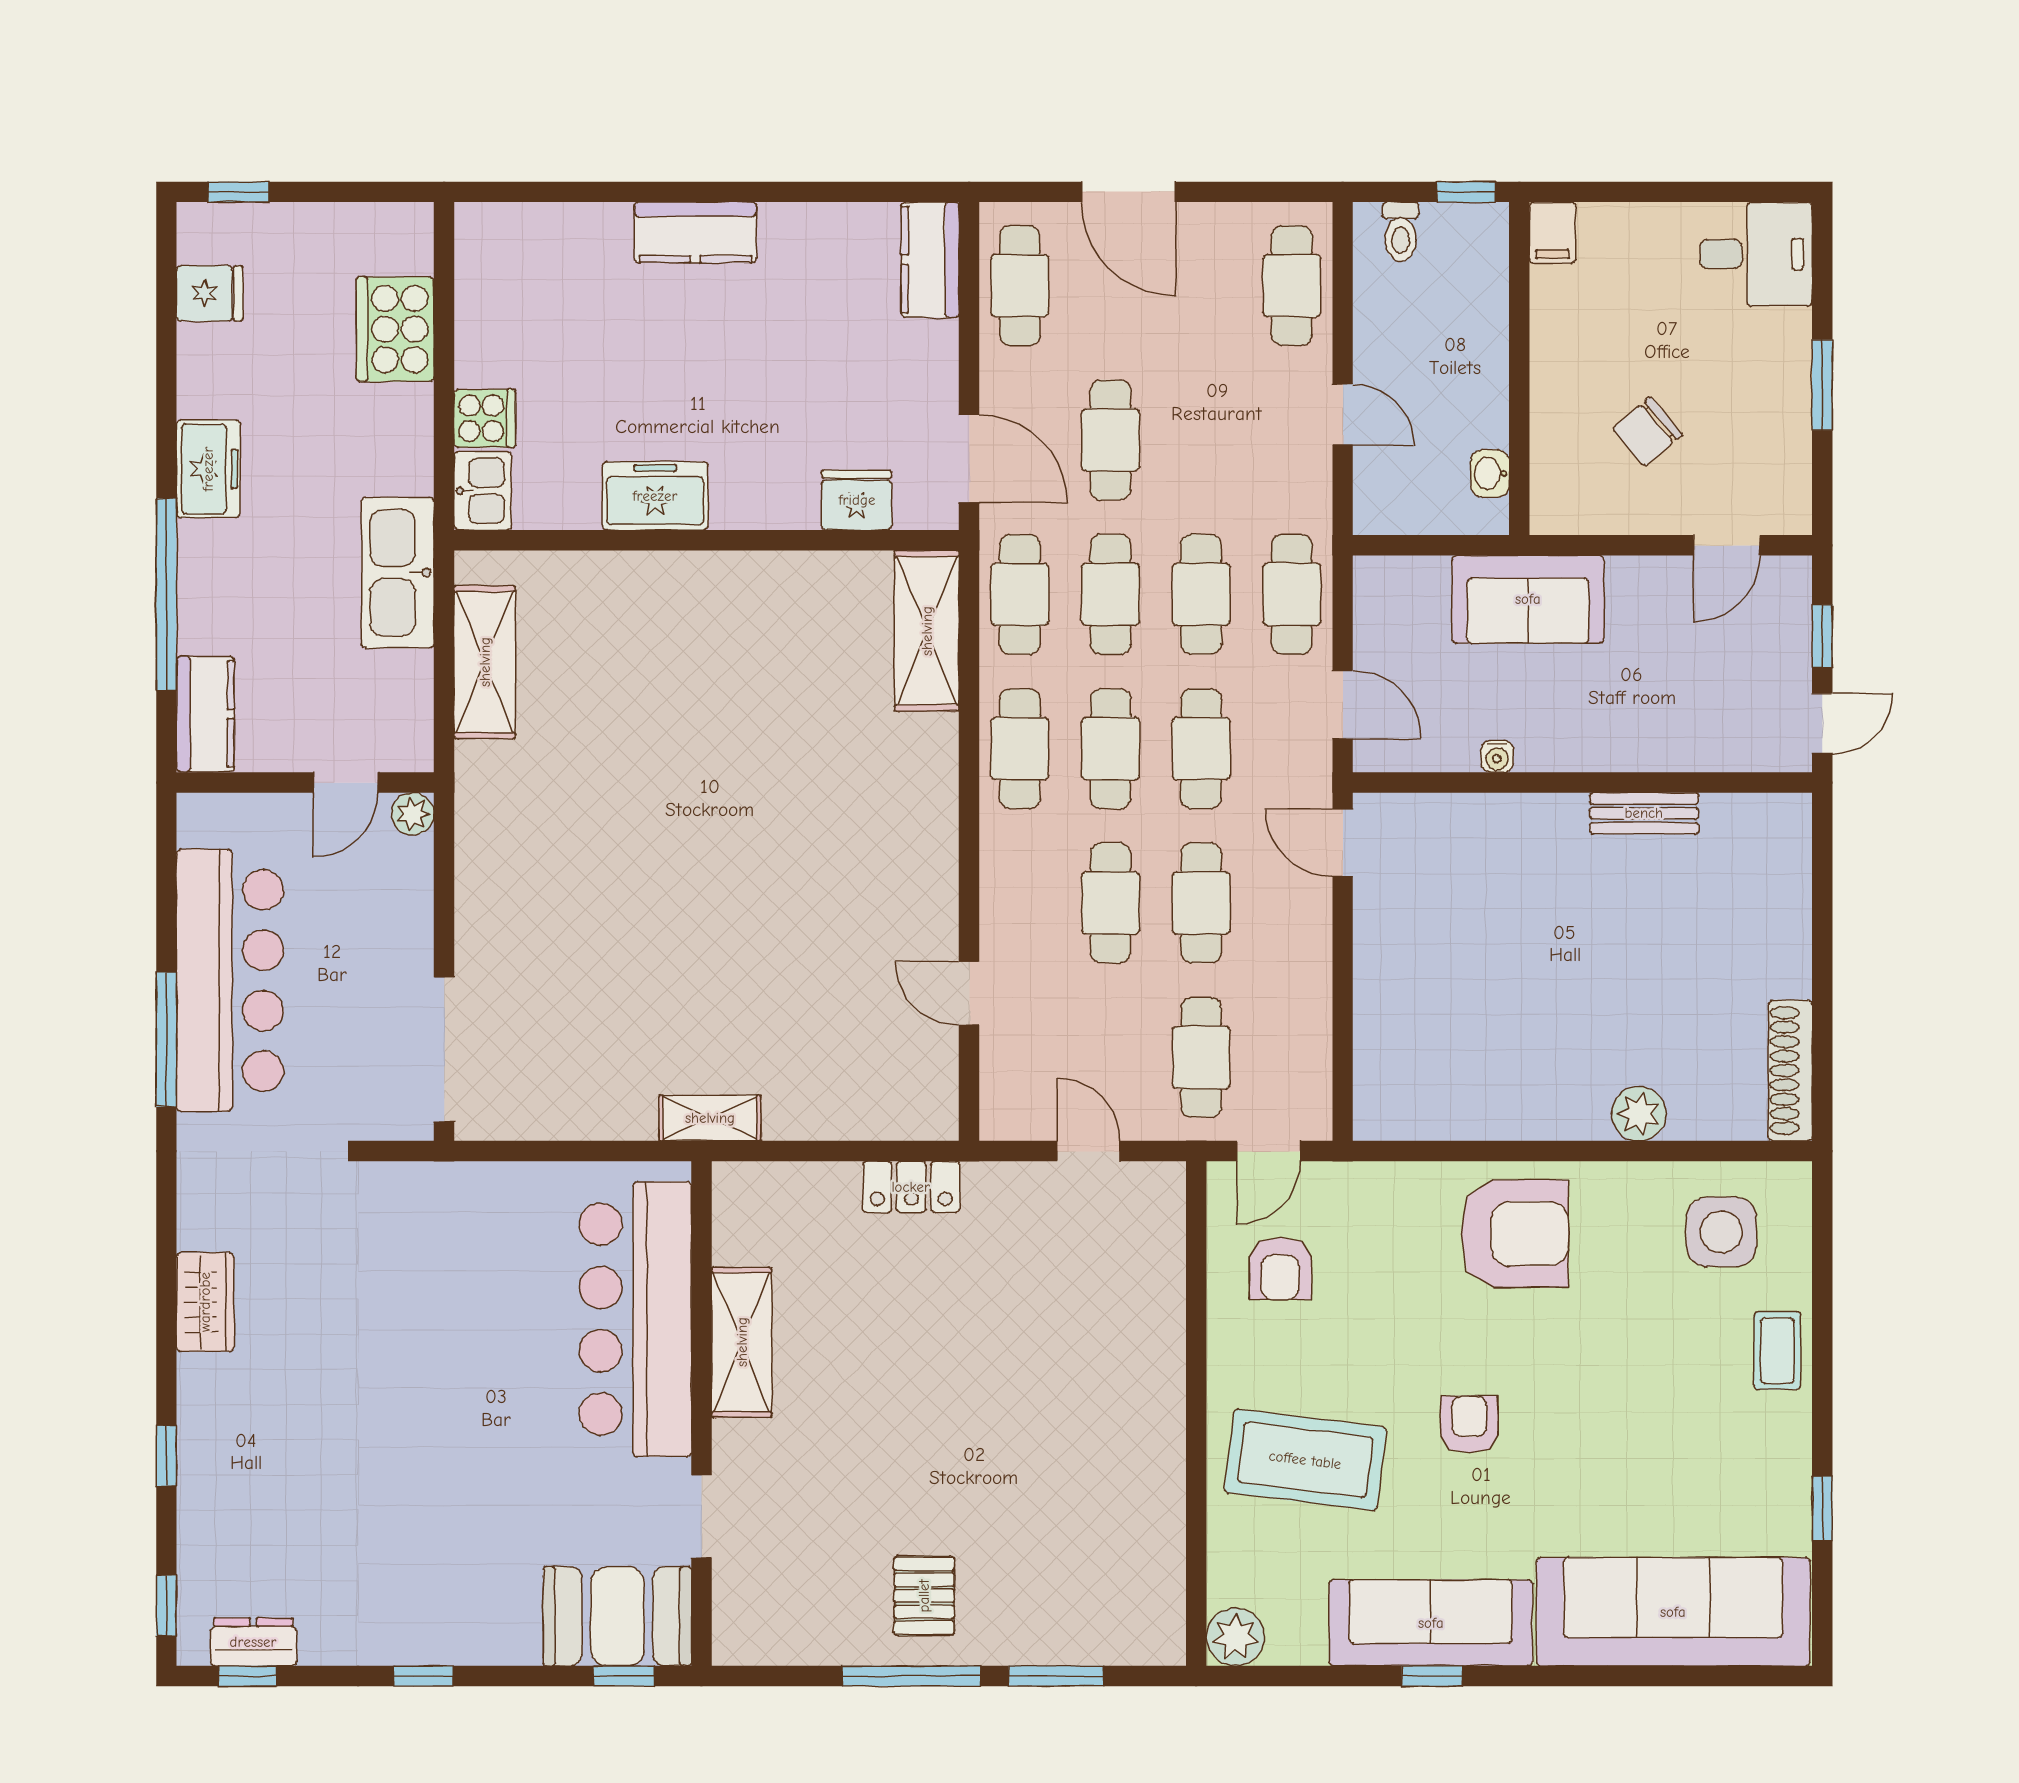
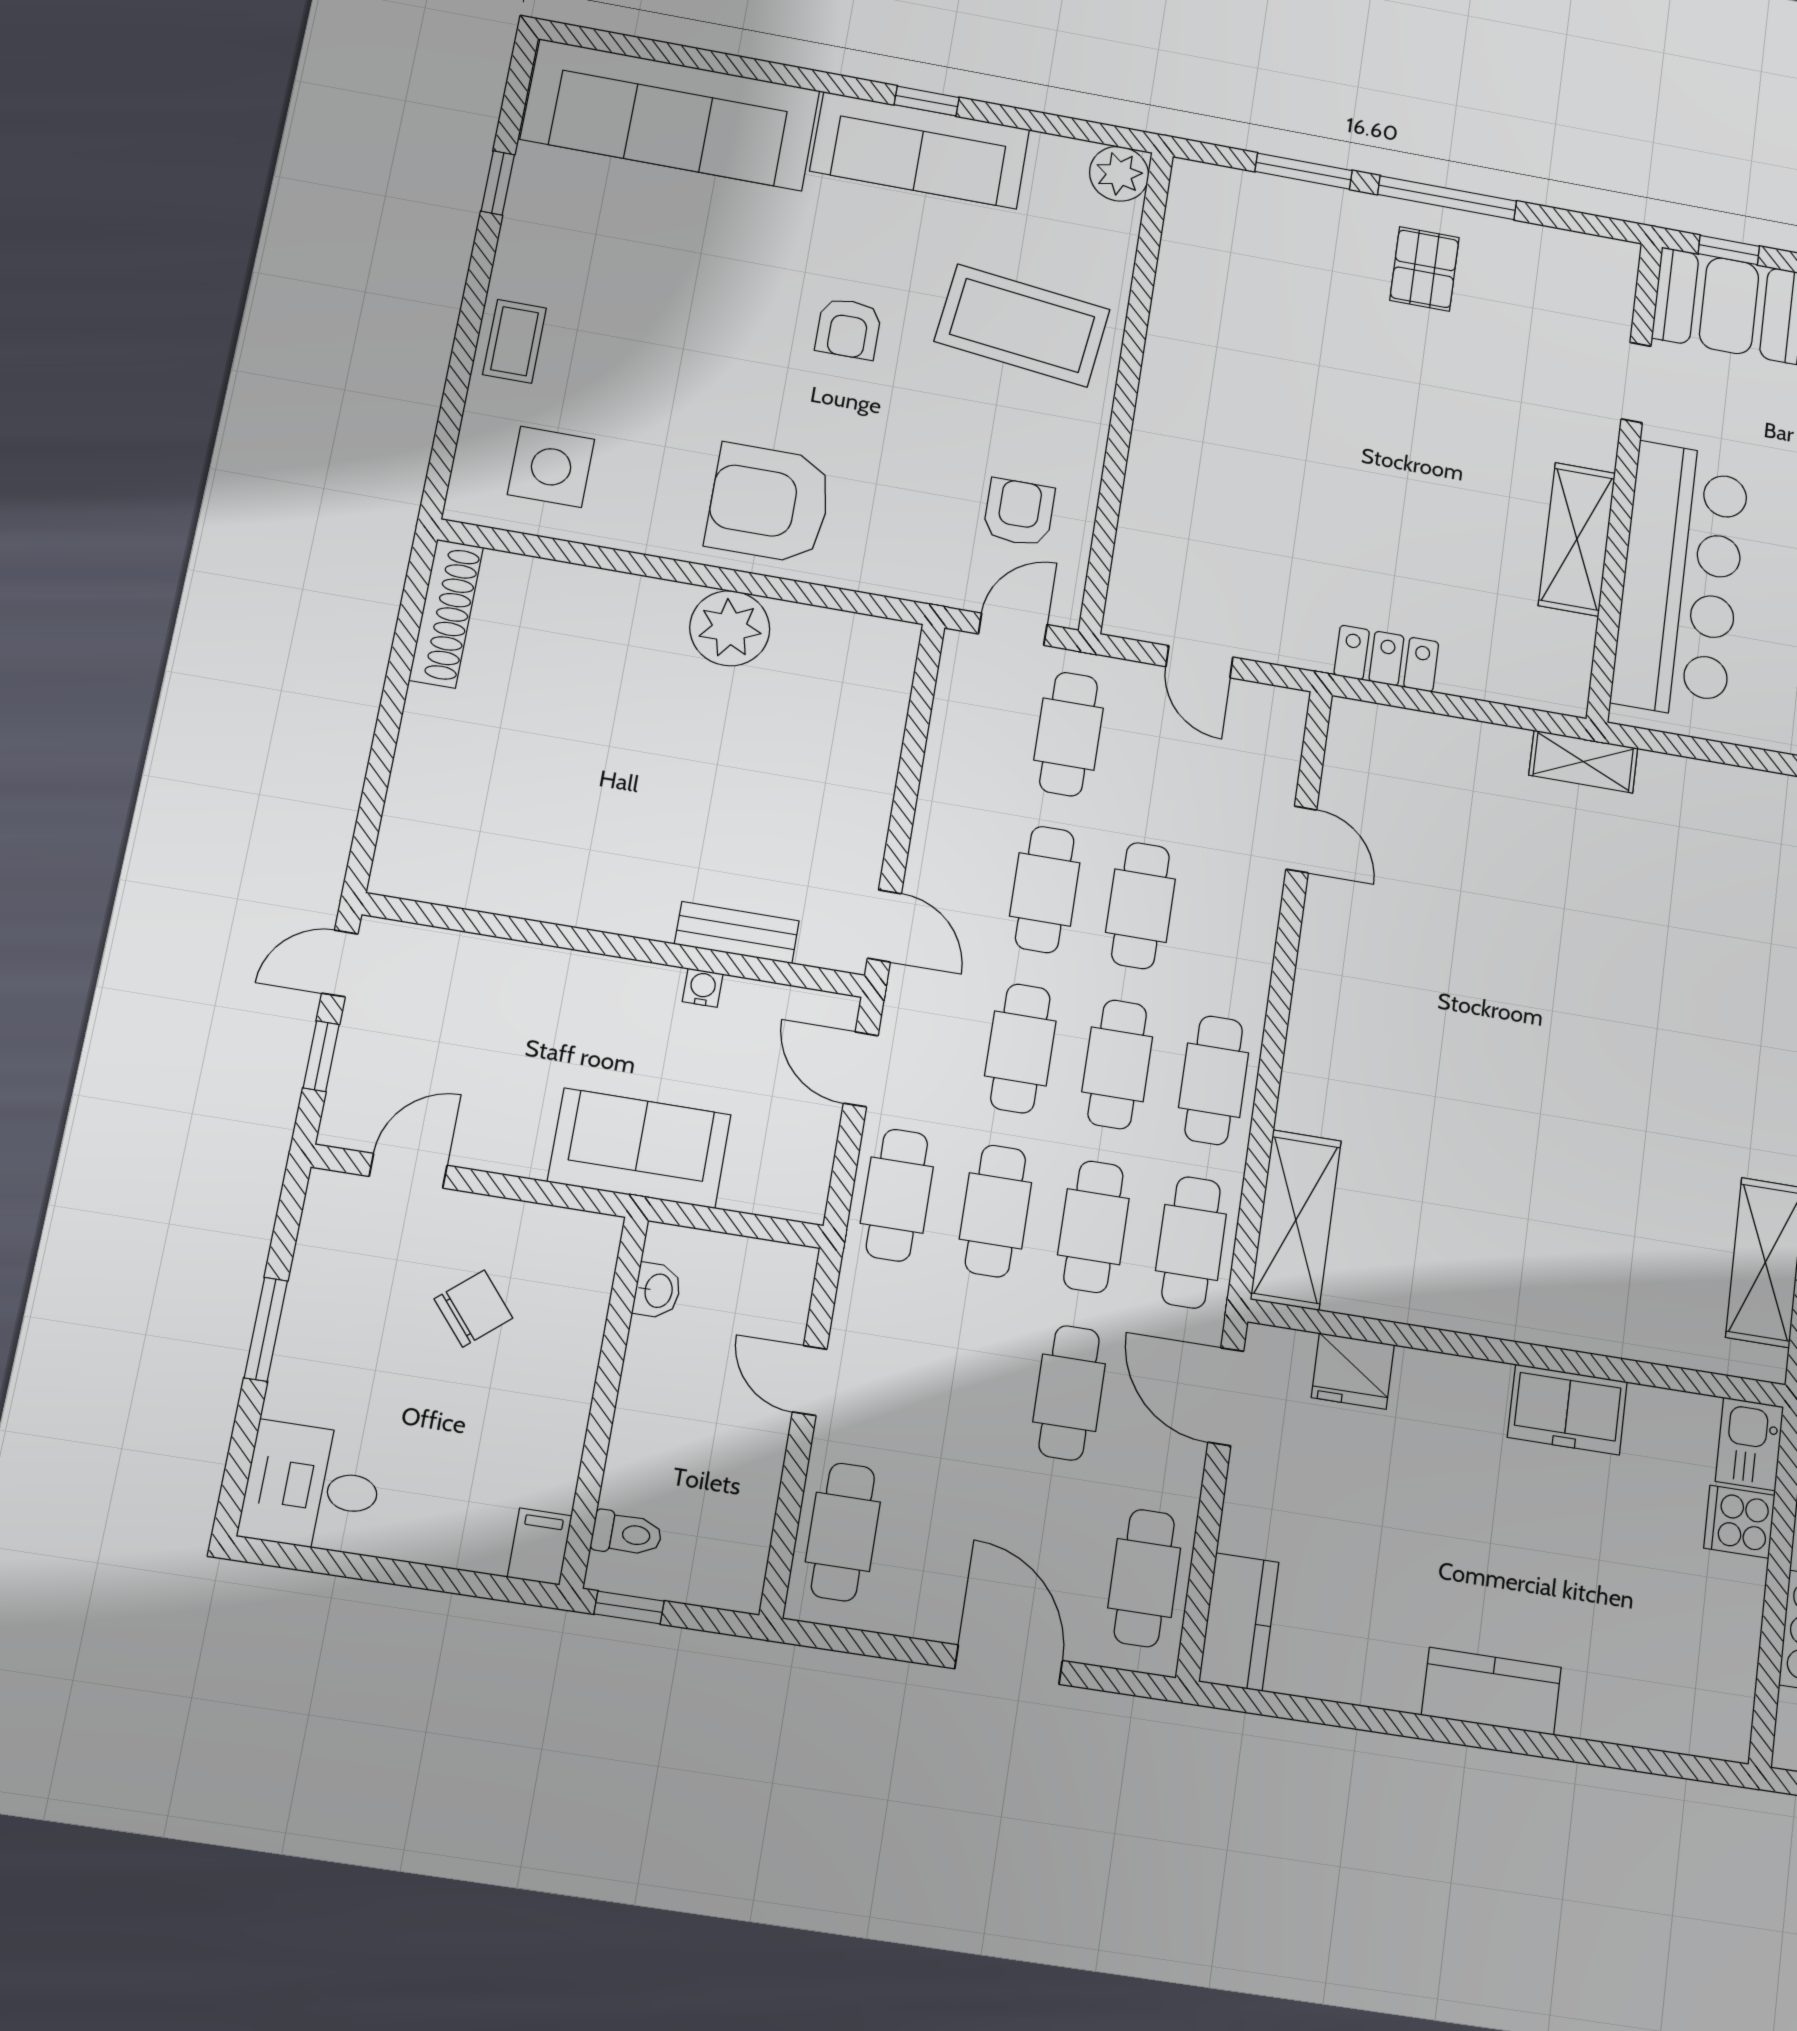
toilet: (1401, 232) -> (627, 1534), moved, turned 90
bench: (1644, 813) -> (737, 932), moved
plant: (1639, 1114) -> (730, 628), moved, width x1.36, depth x1.36

